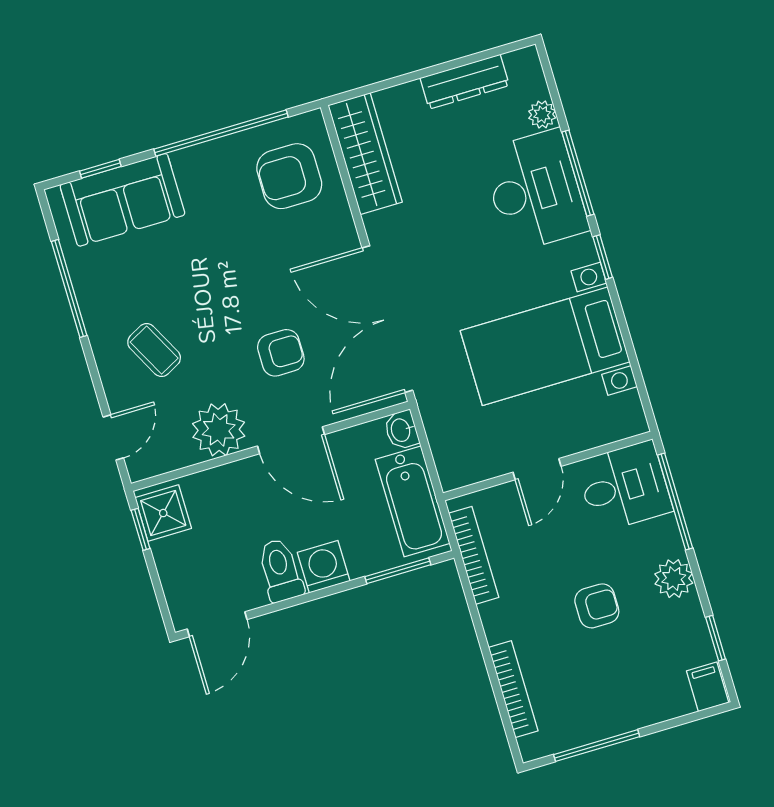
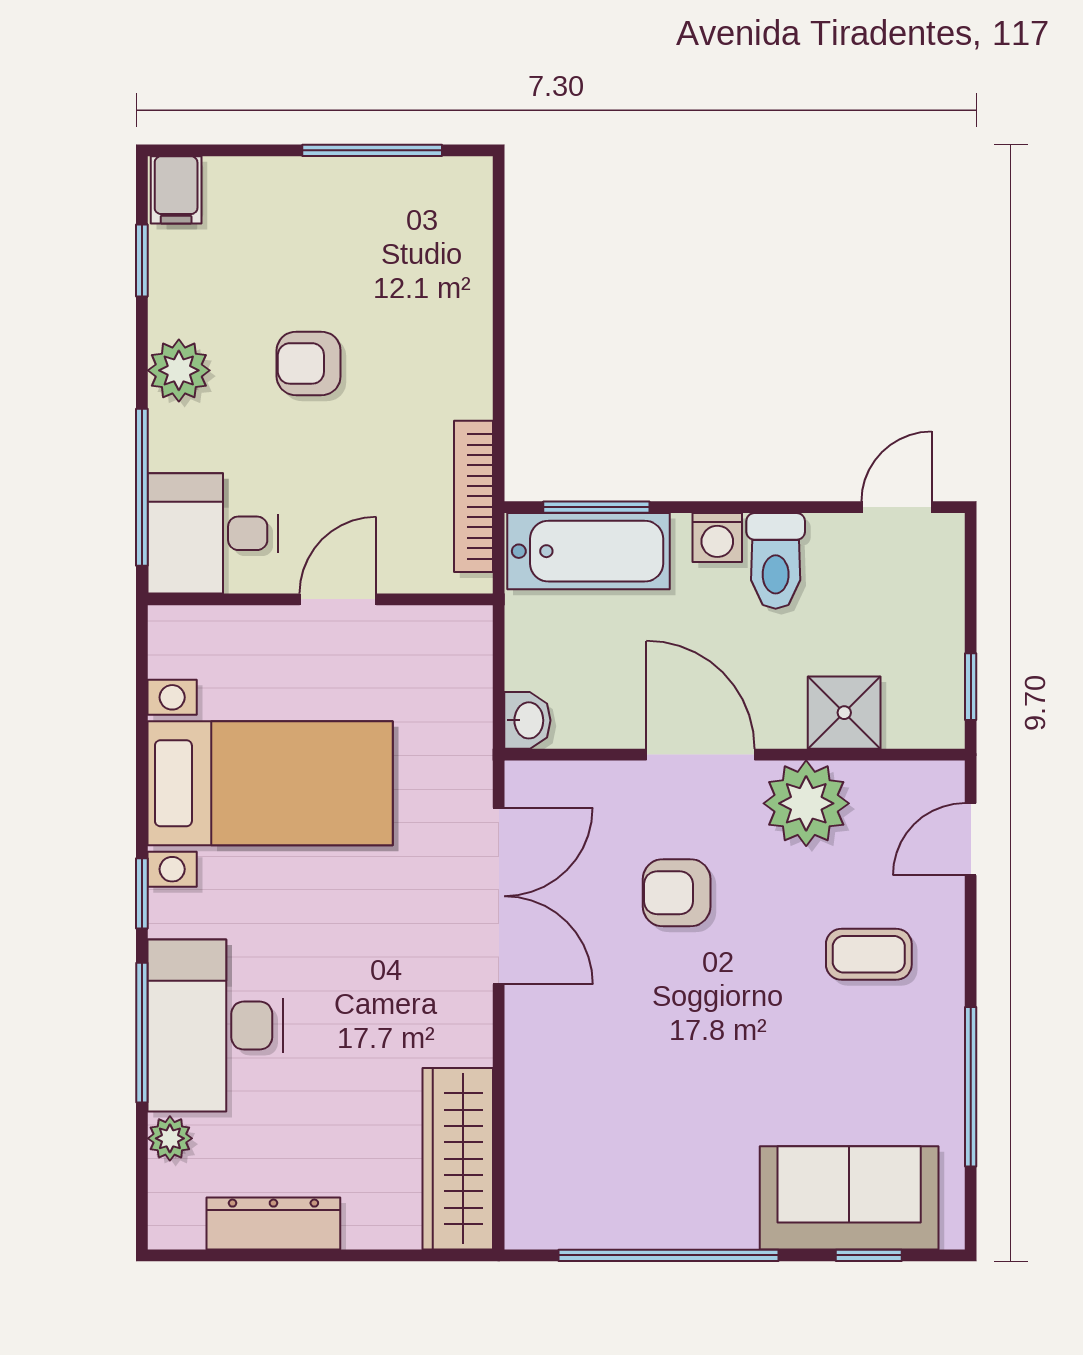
armchair: (289, 176) -> (584, 1159), removed
double door: (387, 319) -> (499, 896), width x0.73
coffee table: (154, 350) -> (869, 954), turned -62
bathtub: (413, 501) -> (589, 551), moved, turned 90
shower: (163, 513) -> (844, 713), moved
washing machine: (324, 567) -> (717, 538), width x0.73, depth x0.73
door: (217, 624) -> (897, 507), width x0.73
bookcase: (513, 689) -> (474, 274), removed

